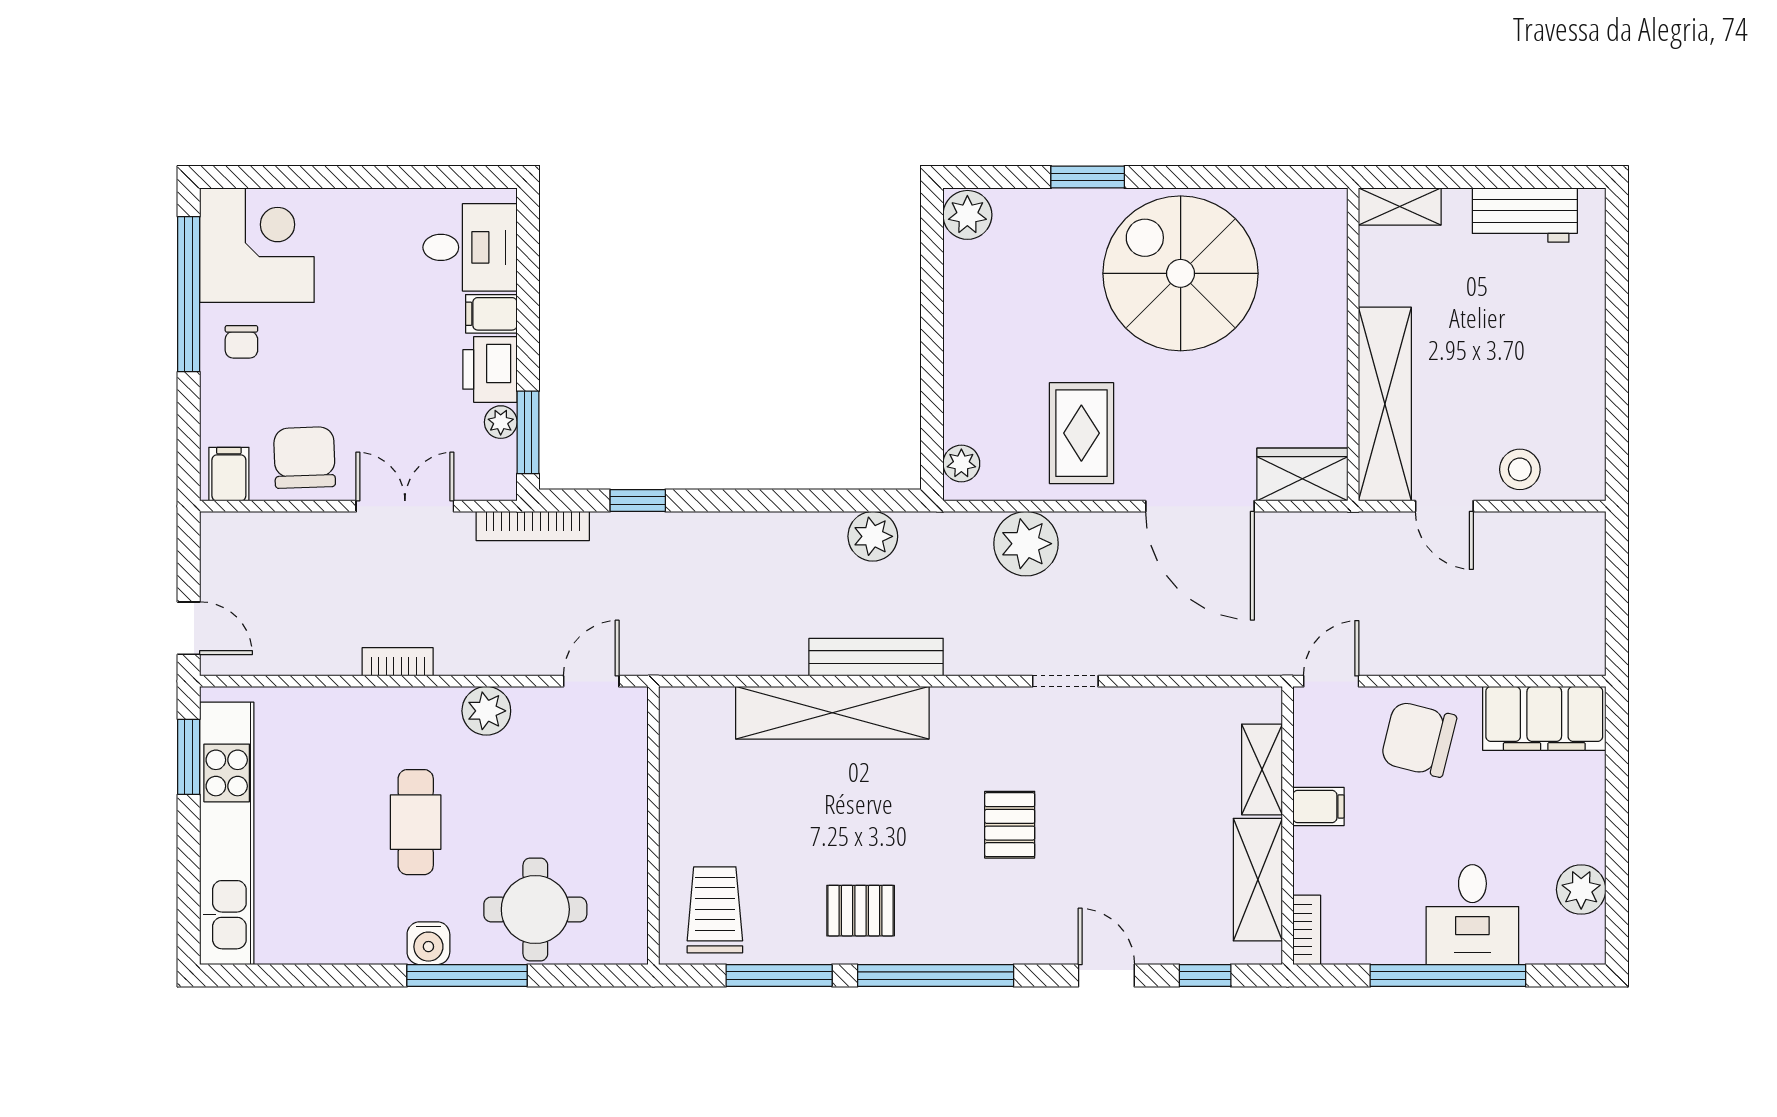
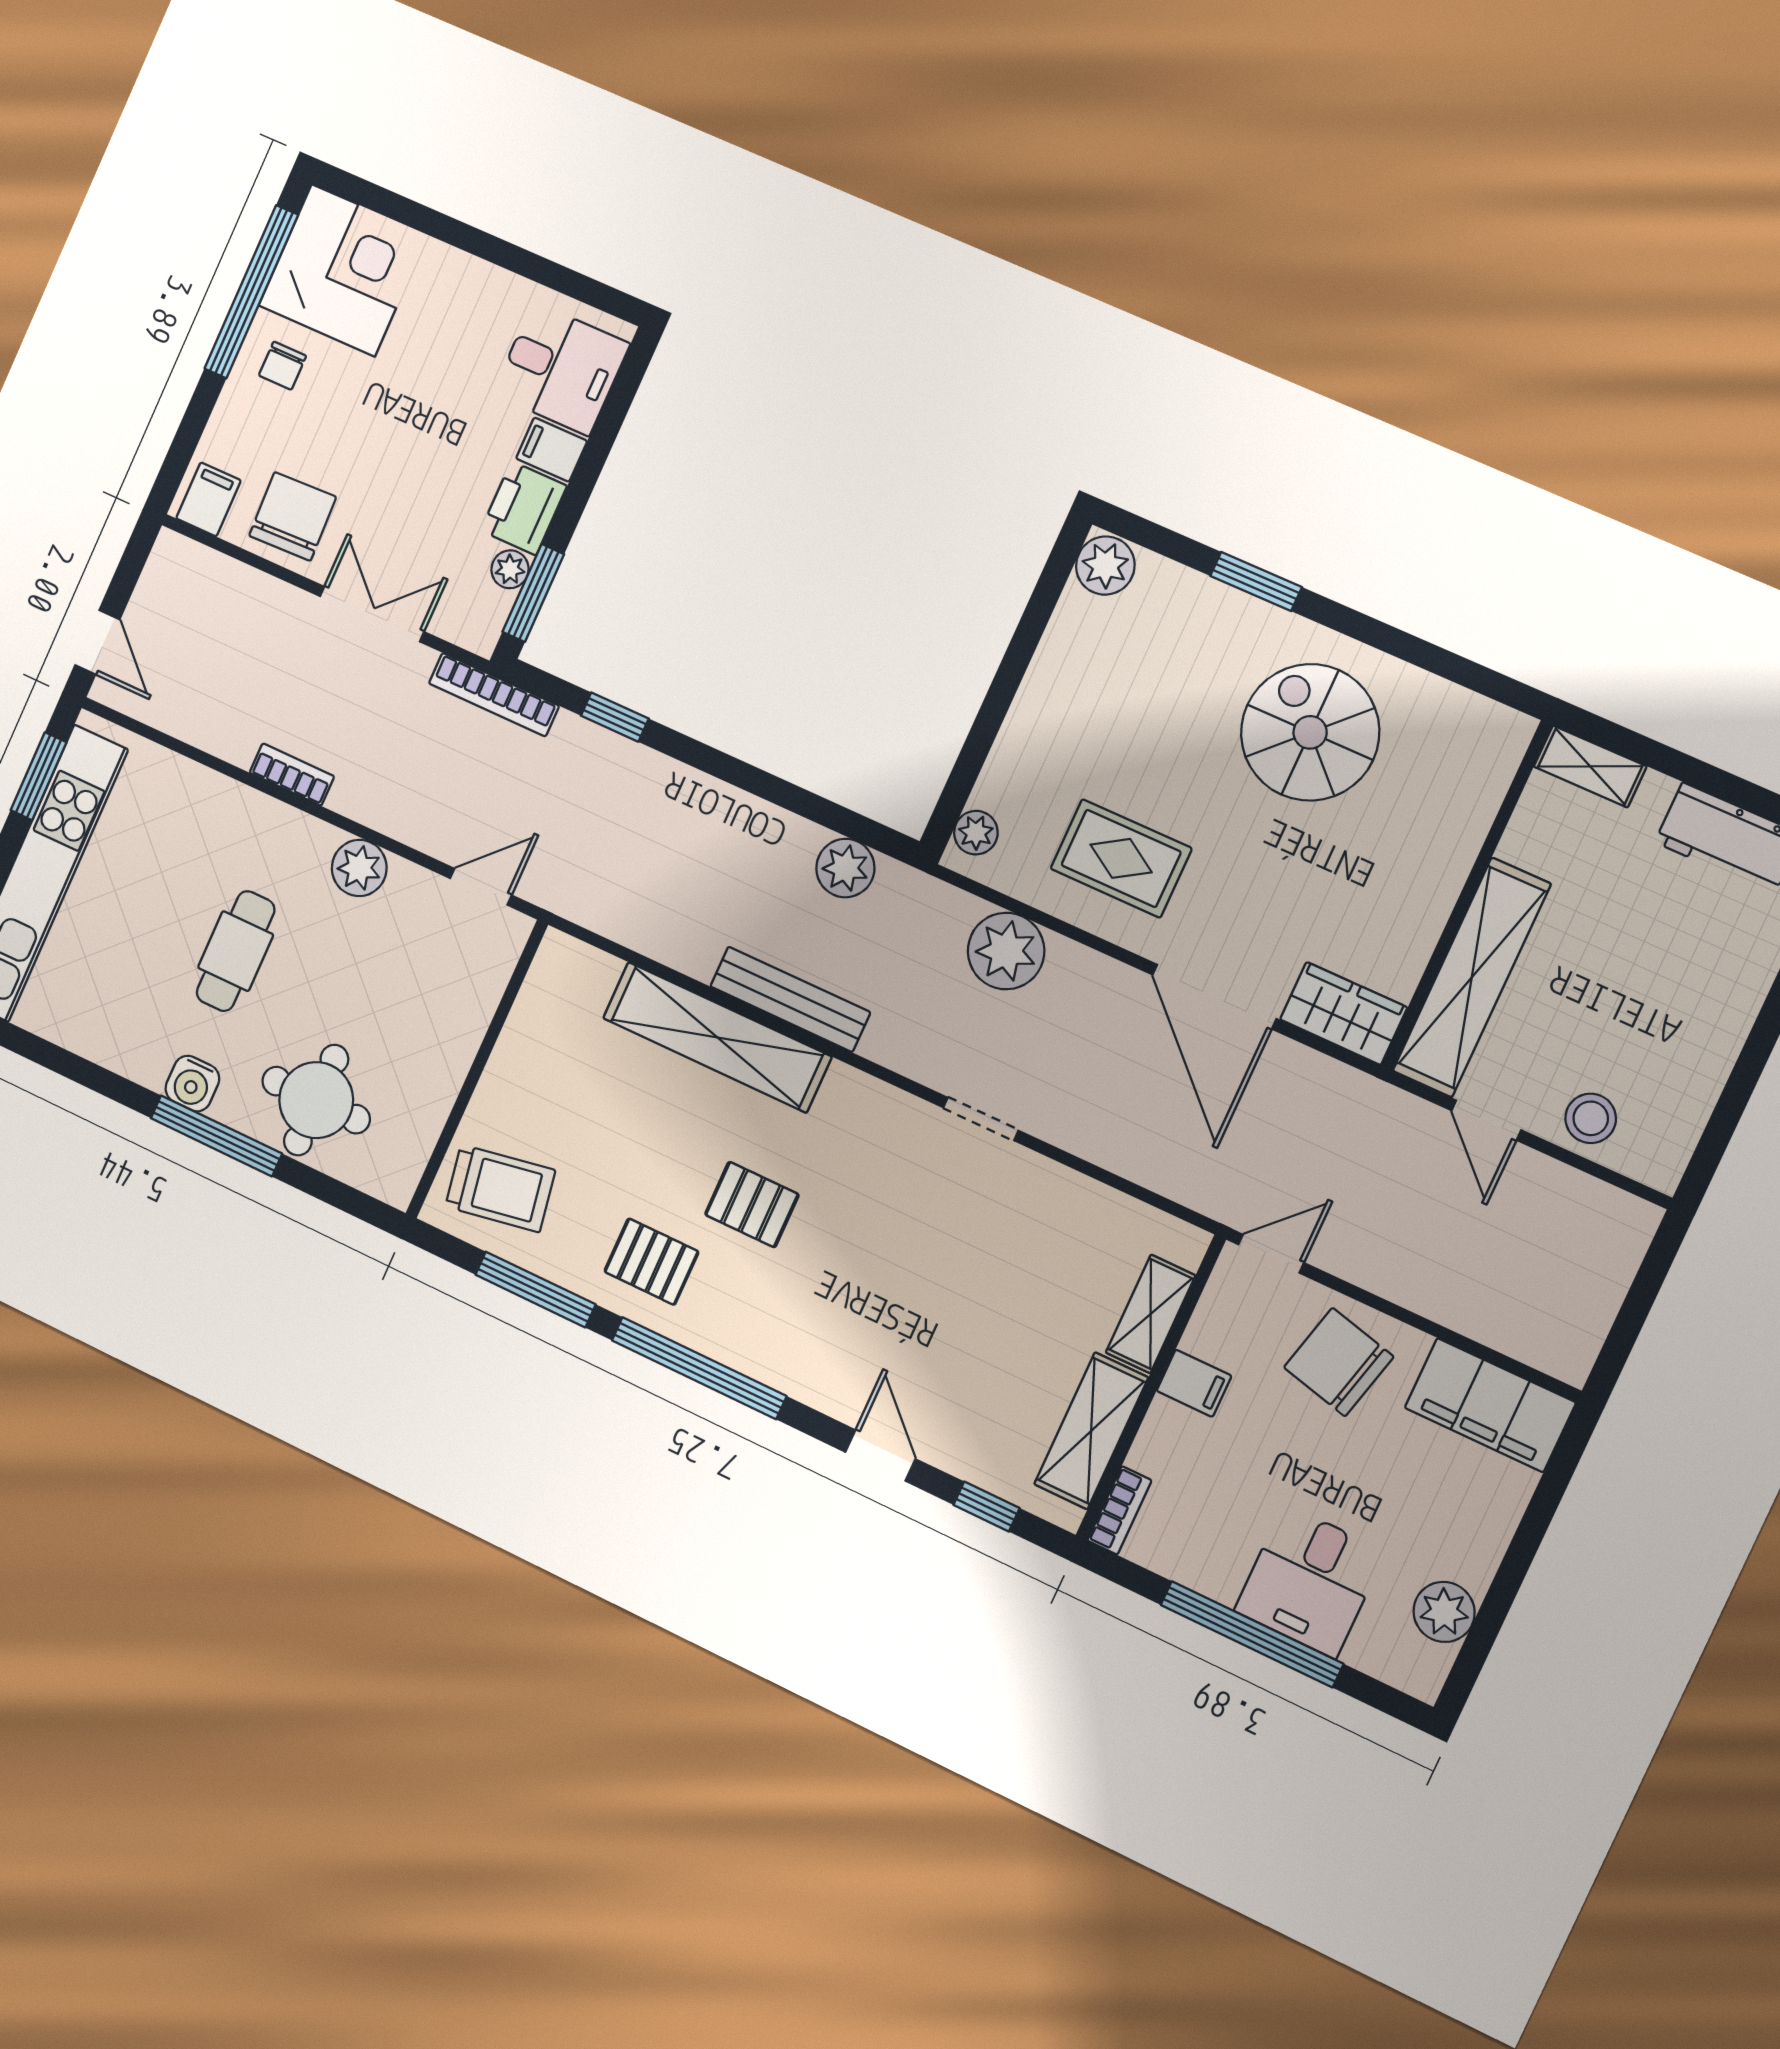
spiral stairs: (1181, 273) -> (1310, 732), width x0.73, depth x0.73
rug: (1081, 433) -> (1121, 858), turned 90
pallet: (1010, 825) -> (752, 1205), moved, turned 90
trolley: (715, 910) -> (500, 1188), turned 80

